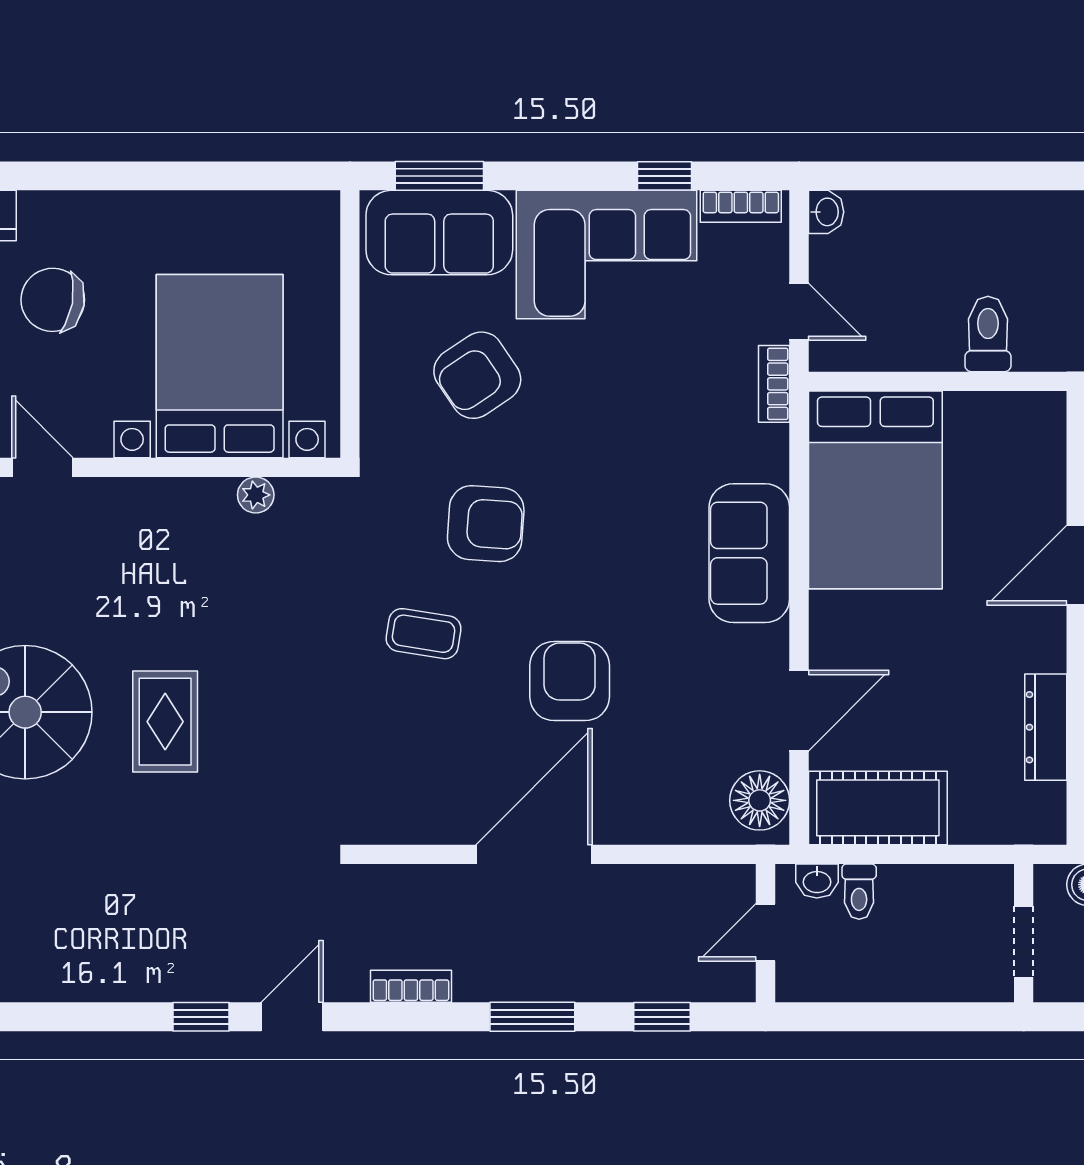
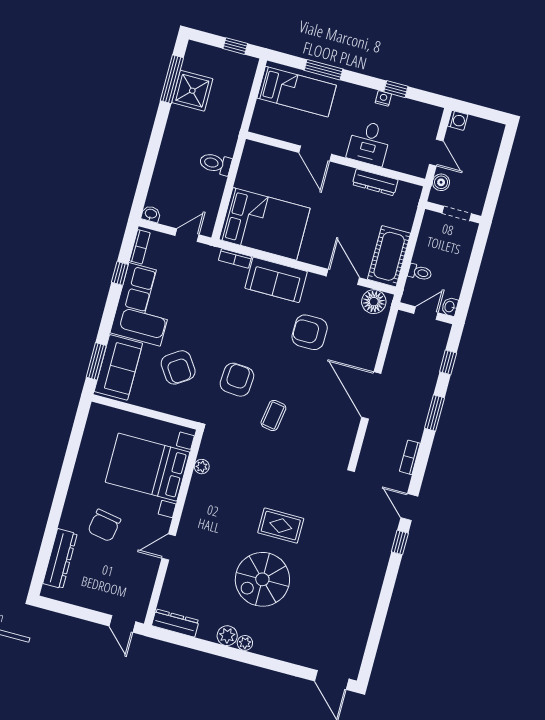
bookcase: (774, 384) -> (235, 258), moved
armchair: (570, 681) -> (310, 332), moved
washbasin: (817, 881) -> (450, 307), moved, turned 180
door: (766, 932) -> (426, 313), swing flipped

